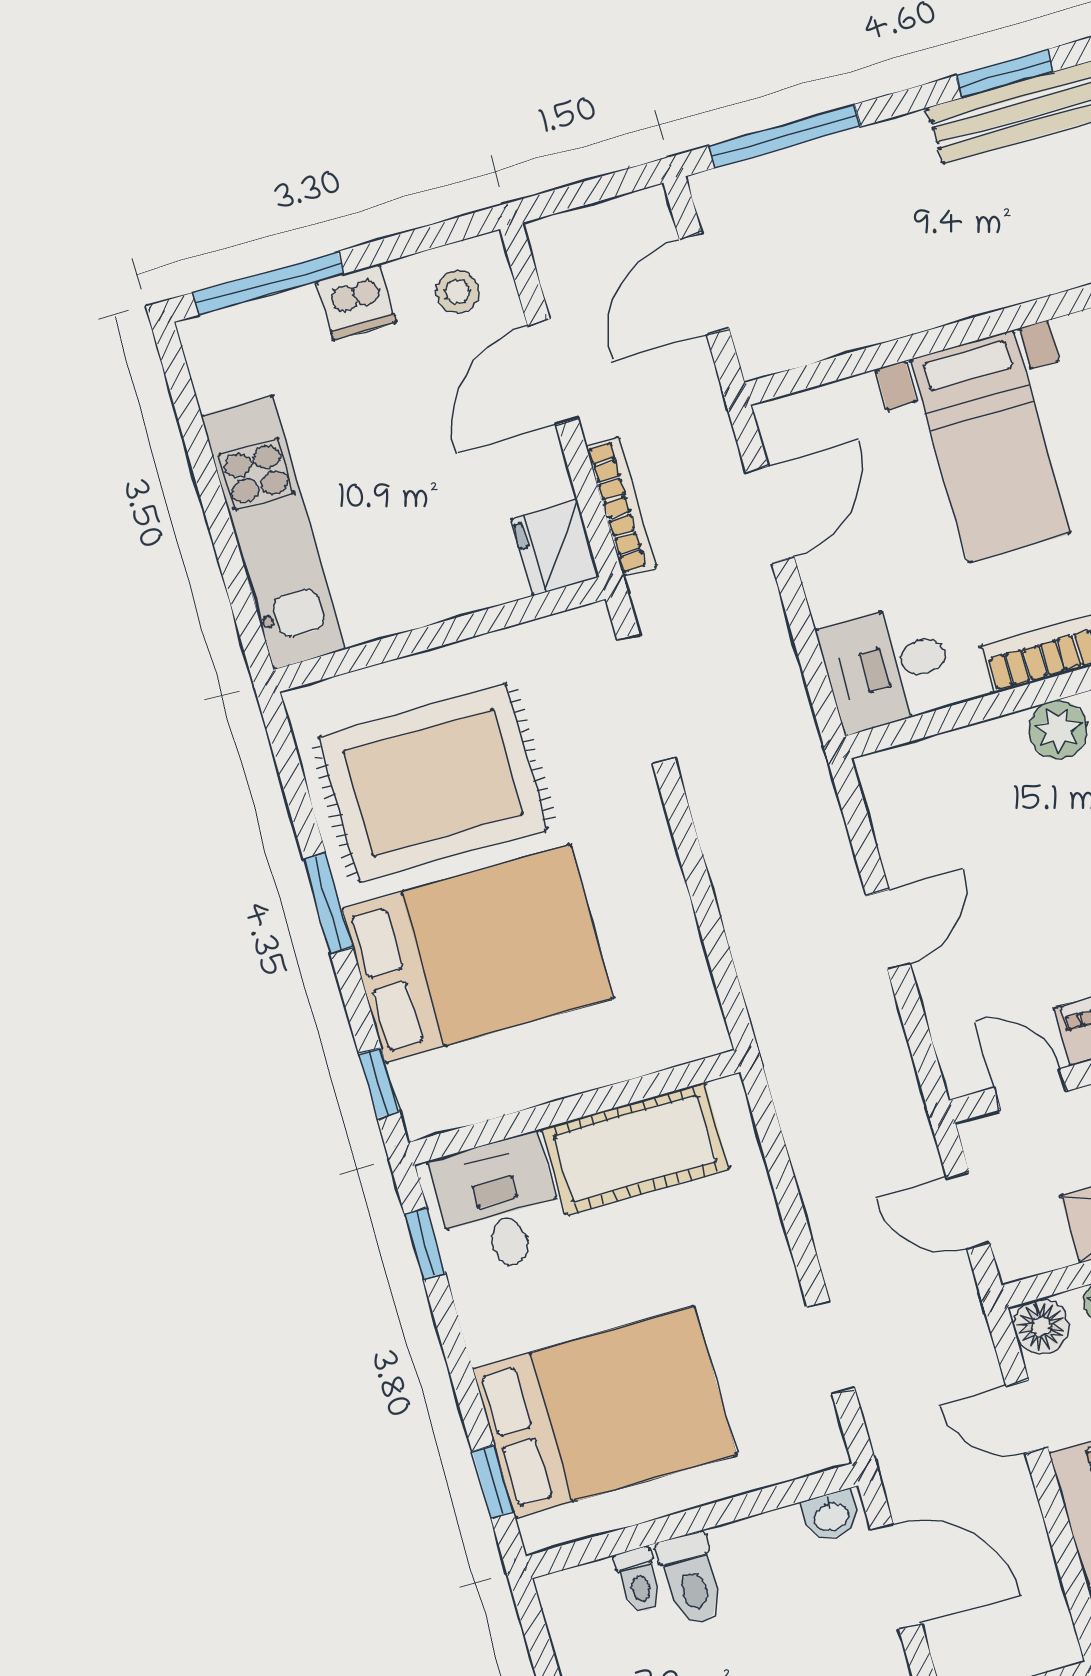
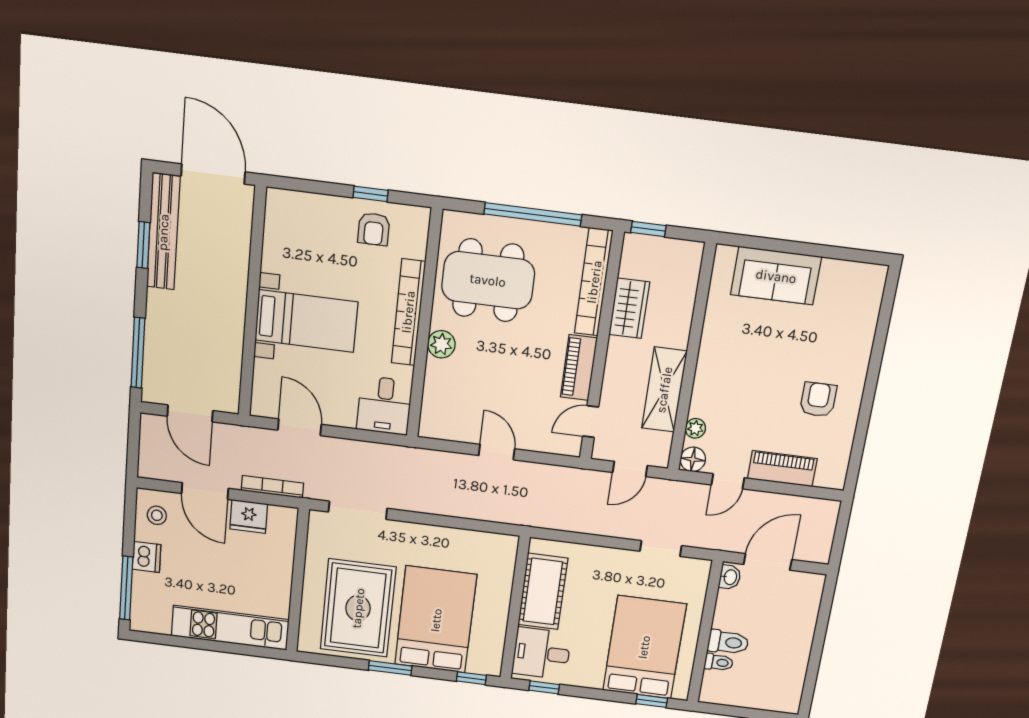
fridge: (556, 548) -> (249, 516), moved

